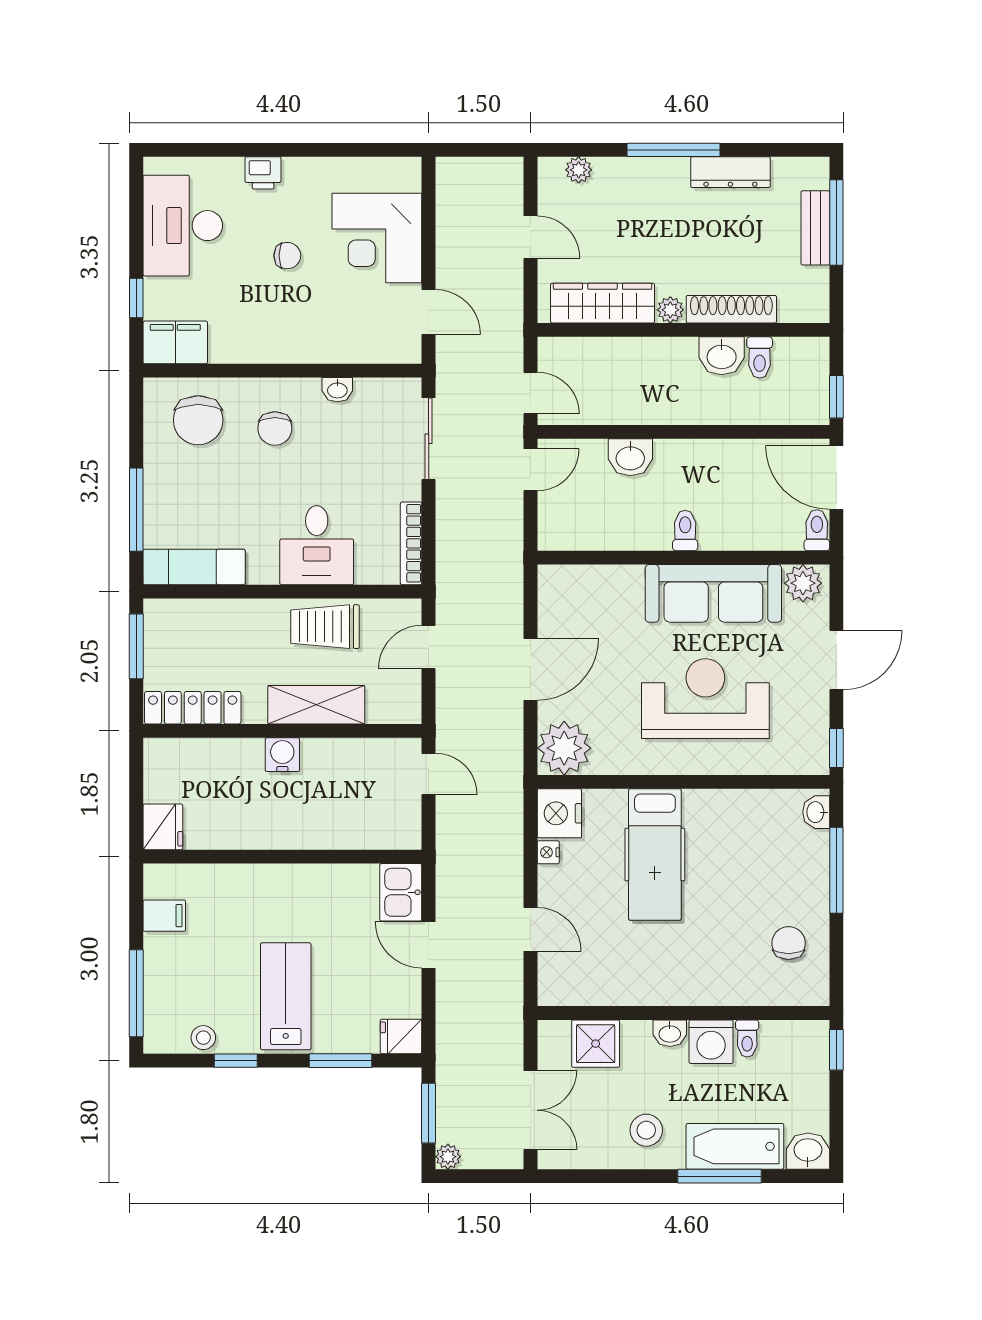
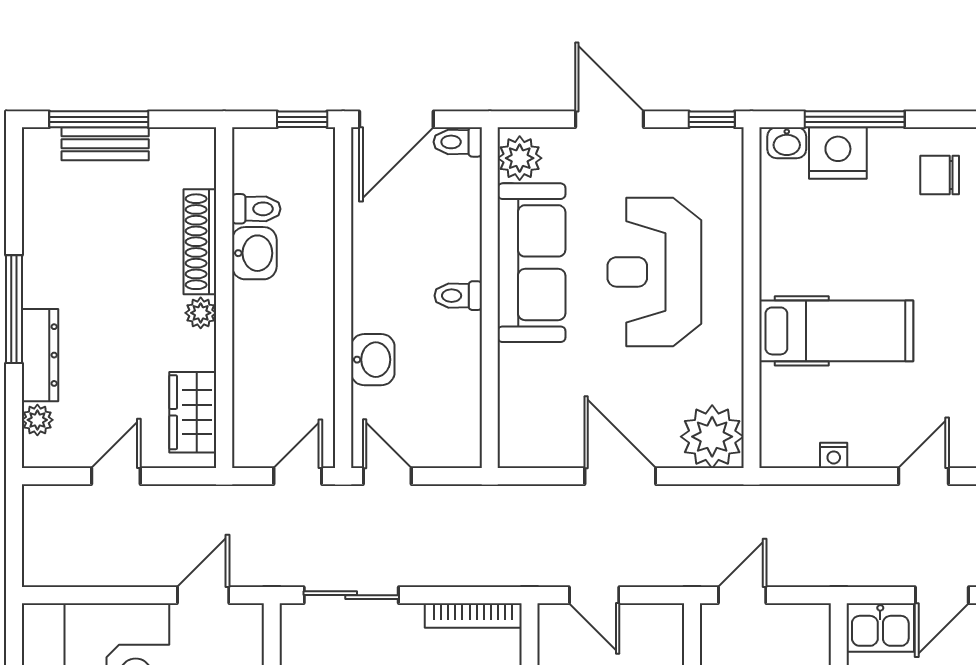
dresser: (730, 172) -> (40, 355), moved
wardrobe: (602, 303) -> (193, 412), width x0.67
nightstand: (559, 813) -> (838, 153), moved, turned 180

